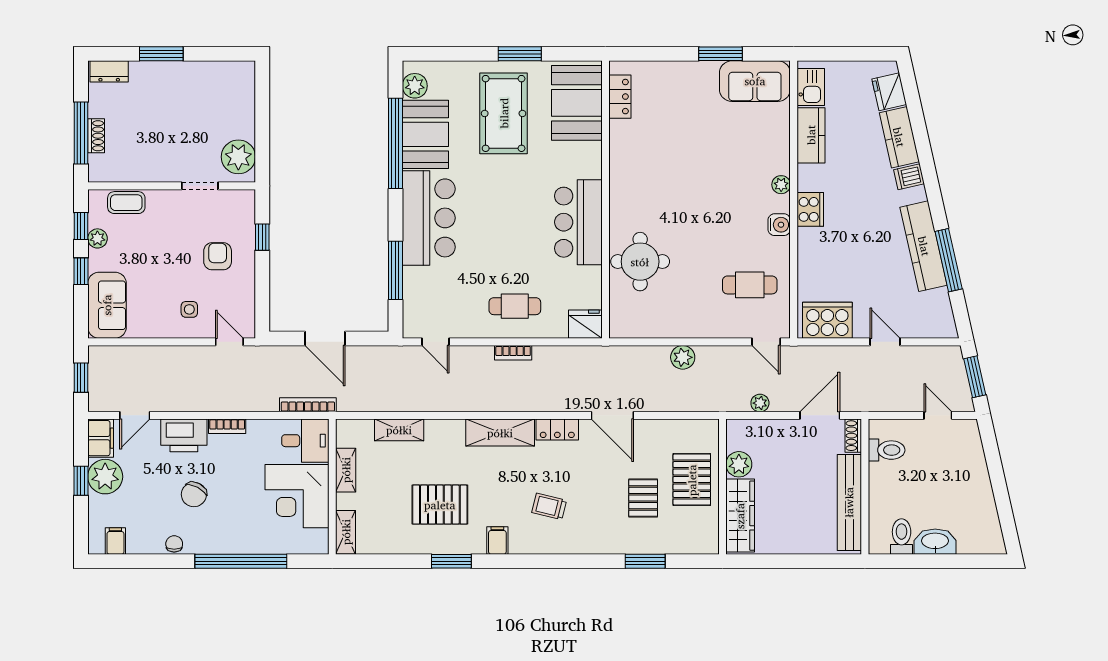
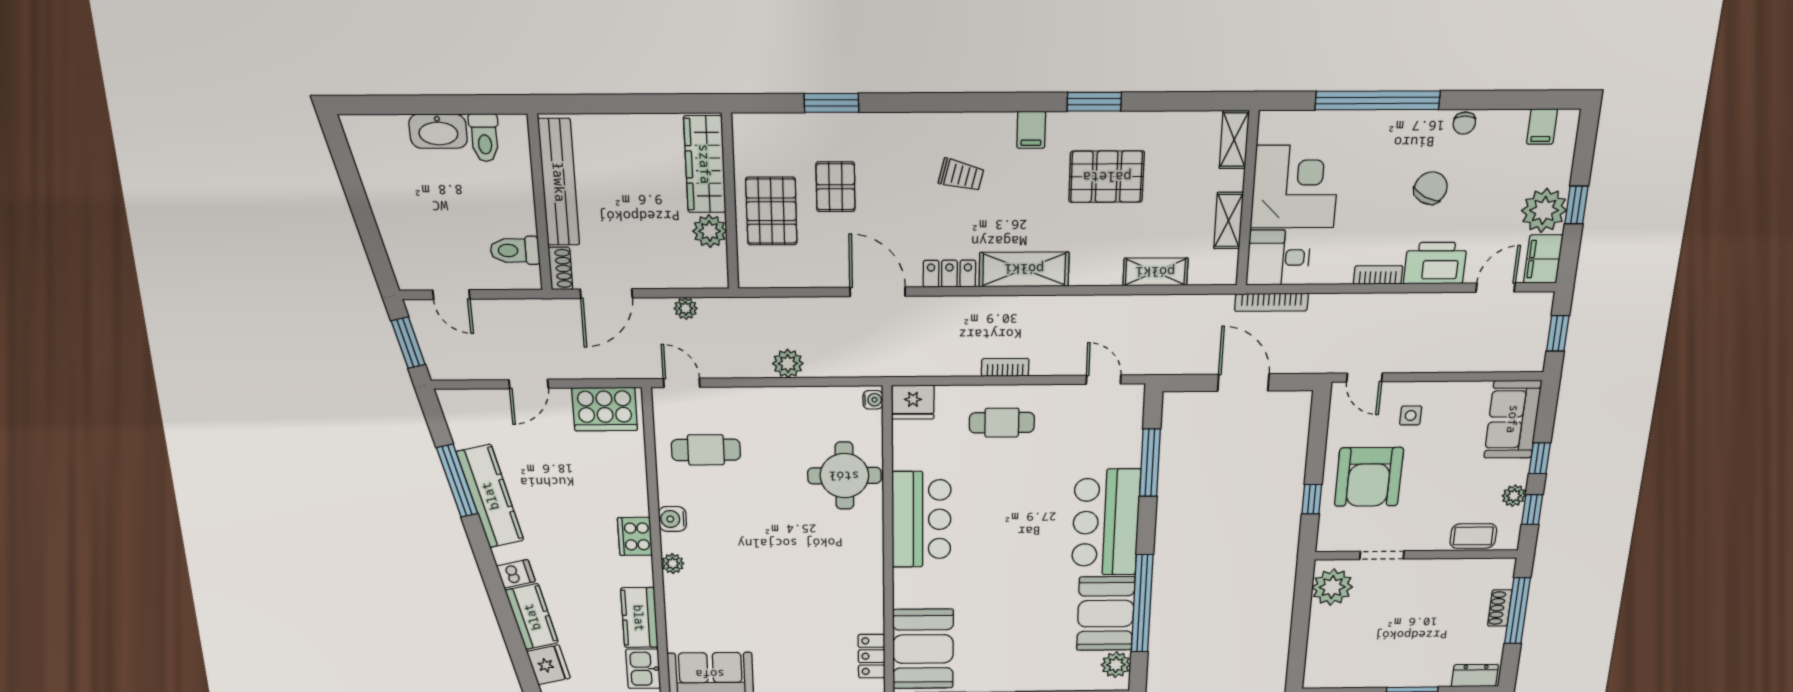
pool table: (504, 113) -> (1011, 637), removed
armchair: (218, 256) -> (1369, 477), width x1.88, depth x1.88
water cooler: (617, 326) -> (873, 400), added
door: (885, 342) -> (529, 384), hinge flipped

